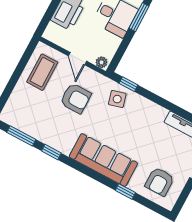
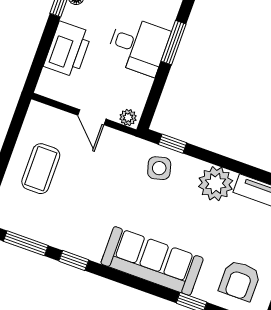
coffee table: (42, 72) -> (41, 169), moved
armchair: (76, 98) -> (98, 176), removed
plant: (153, 115) -> (216, 184), added

